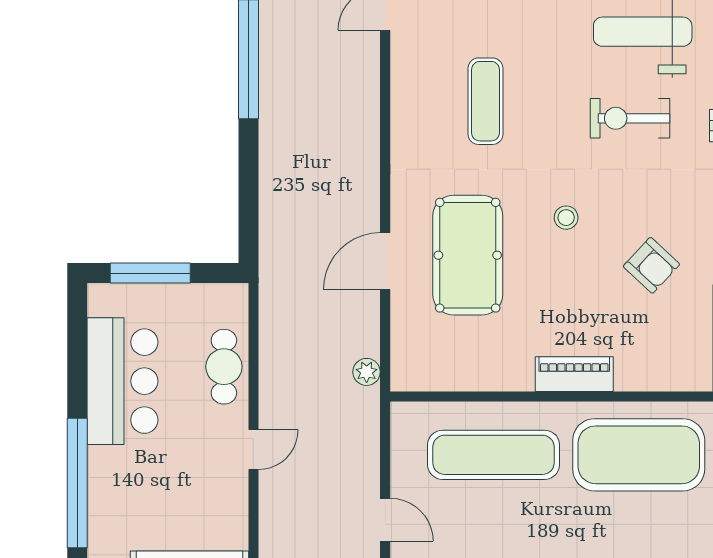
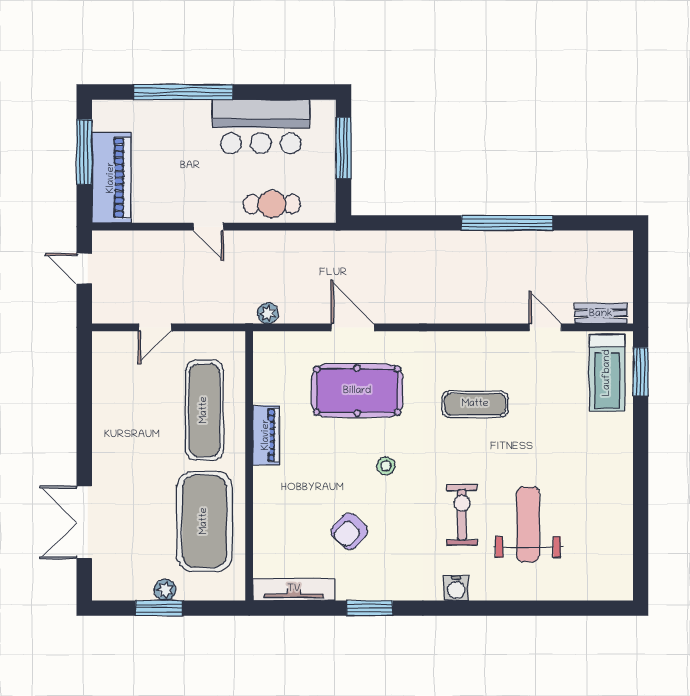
piano: (574, 374) -> (266, 435), moved

